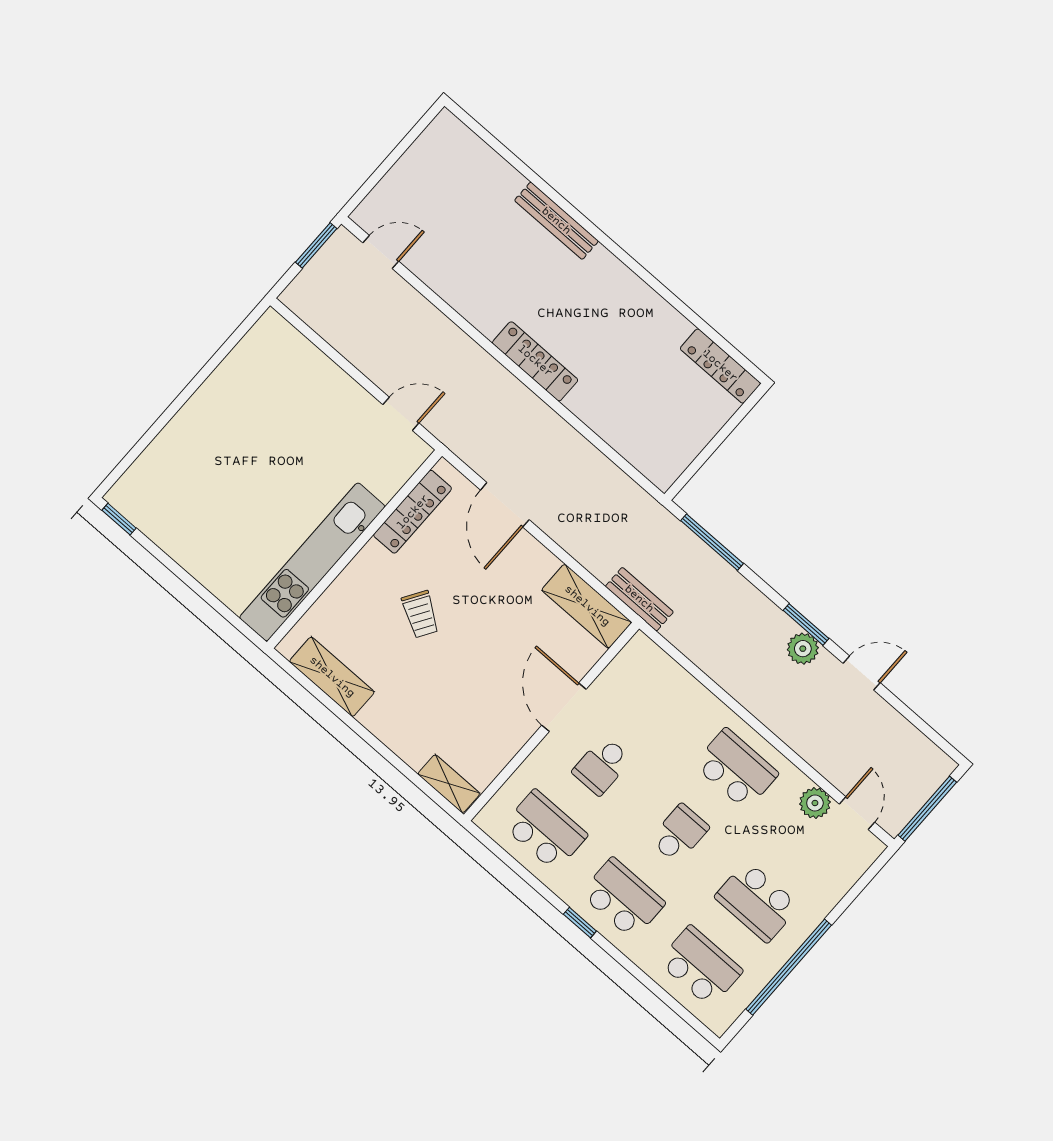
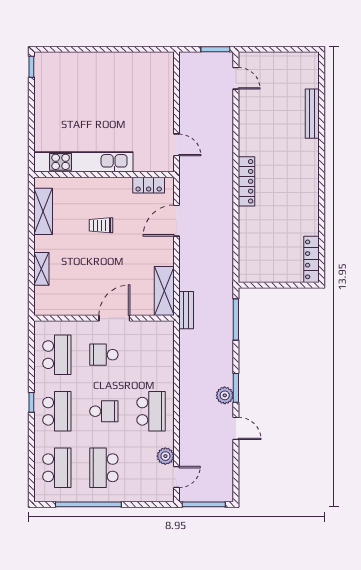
bench: (556, 221) -> (312, 114), moved
locker: (413, 512) -> (149, 185), width x0.66
trolley: (420, 614) -> (101, 225), turned 58
shelving: (449, 784) -> (41, 269), moved

